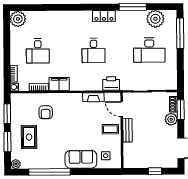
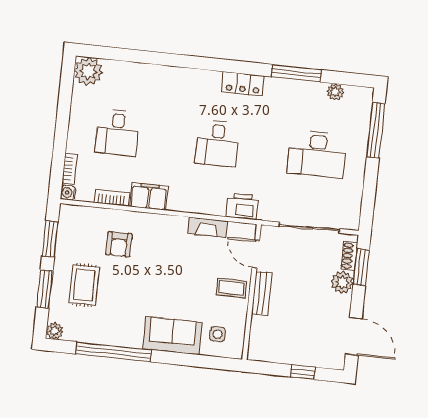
plant: (155, 19) -> (335, 92), width x0.53, depth x0.53

